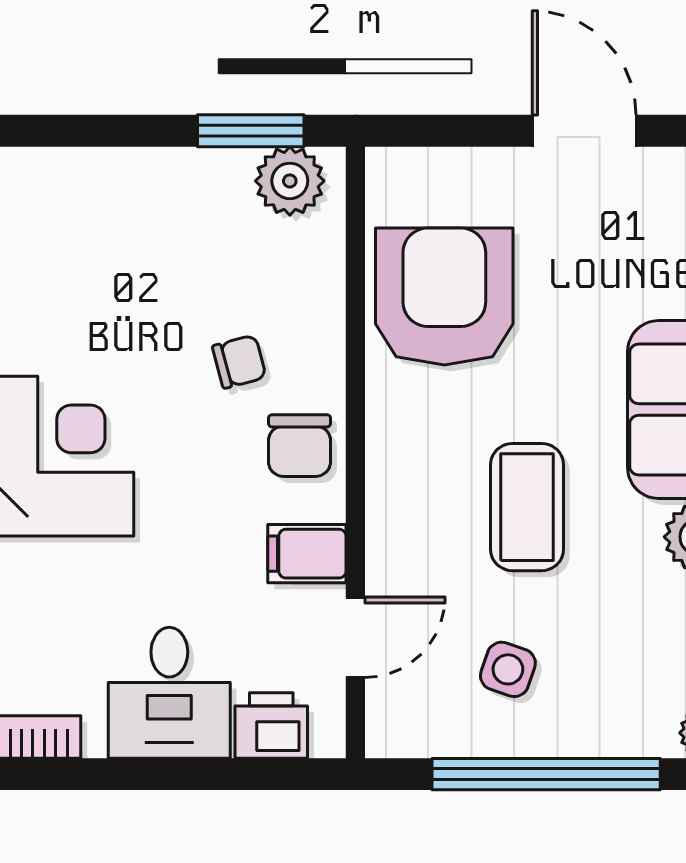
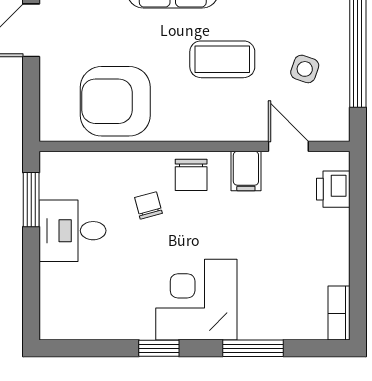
plant: (290, 181) -> (57, 180), removed
chair: (300, 446) -> (191, 175), turned 90
desk: (169, 693) -> (72, 231), moved, turned 180

